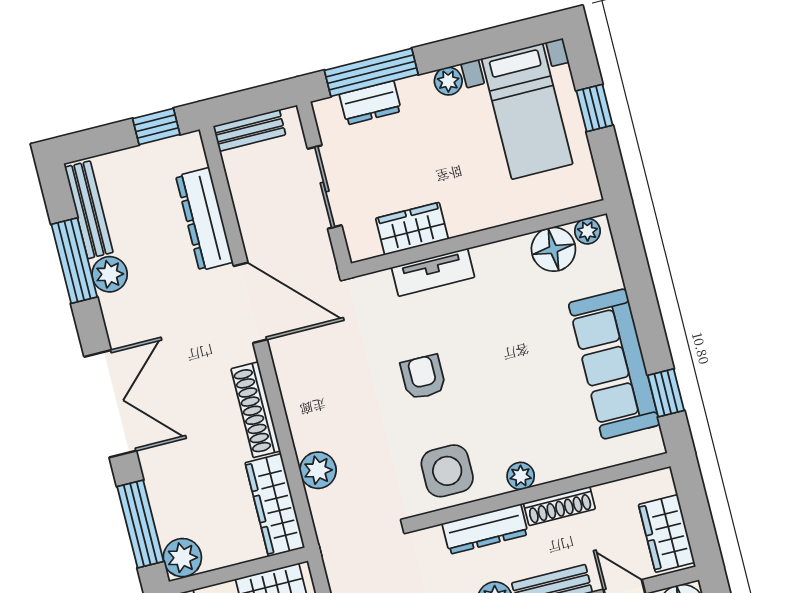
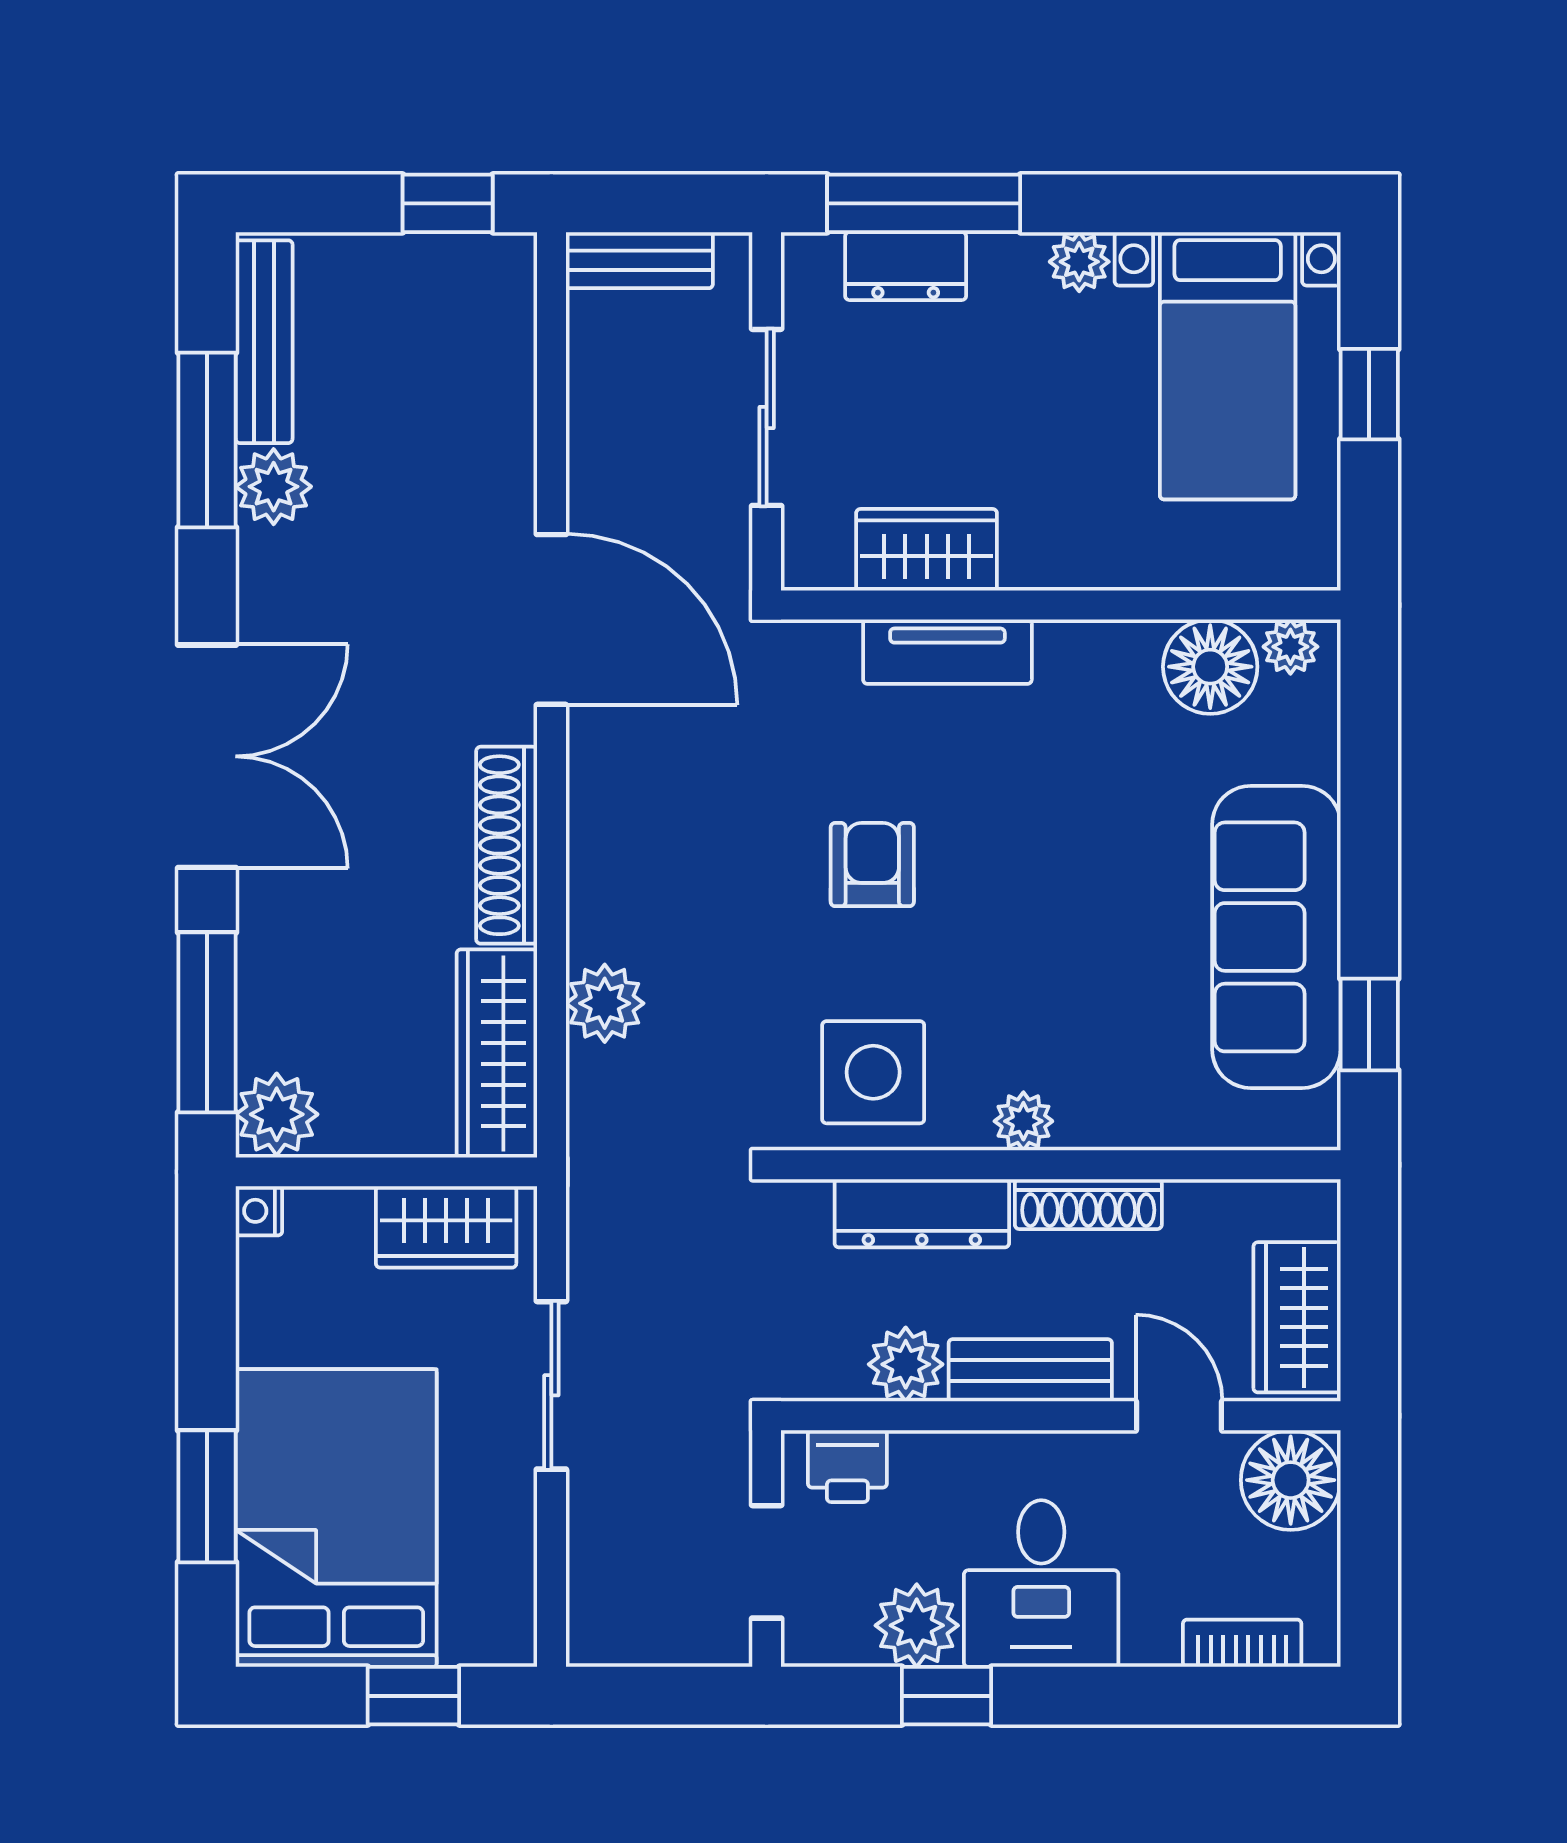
dresser: (204, 219) -> (500, 421), removed

